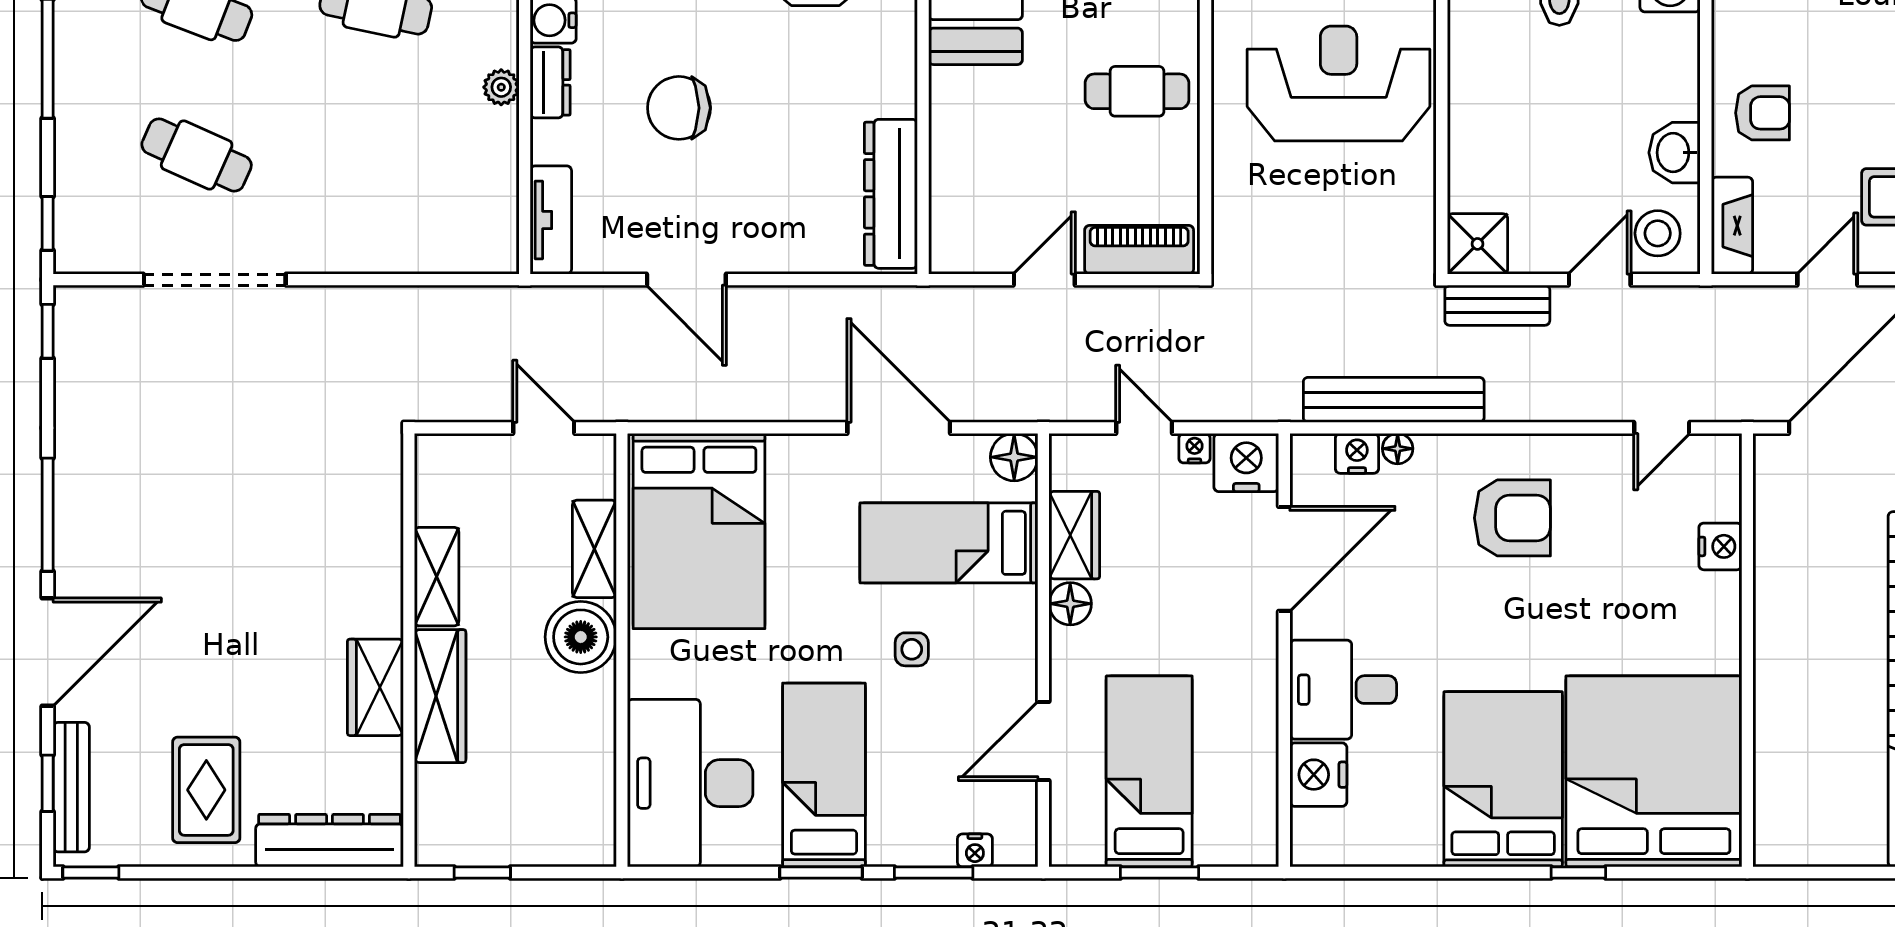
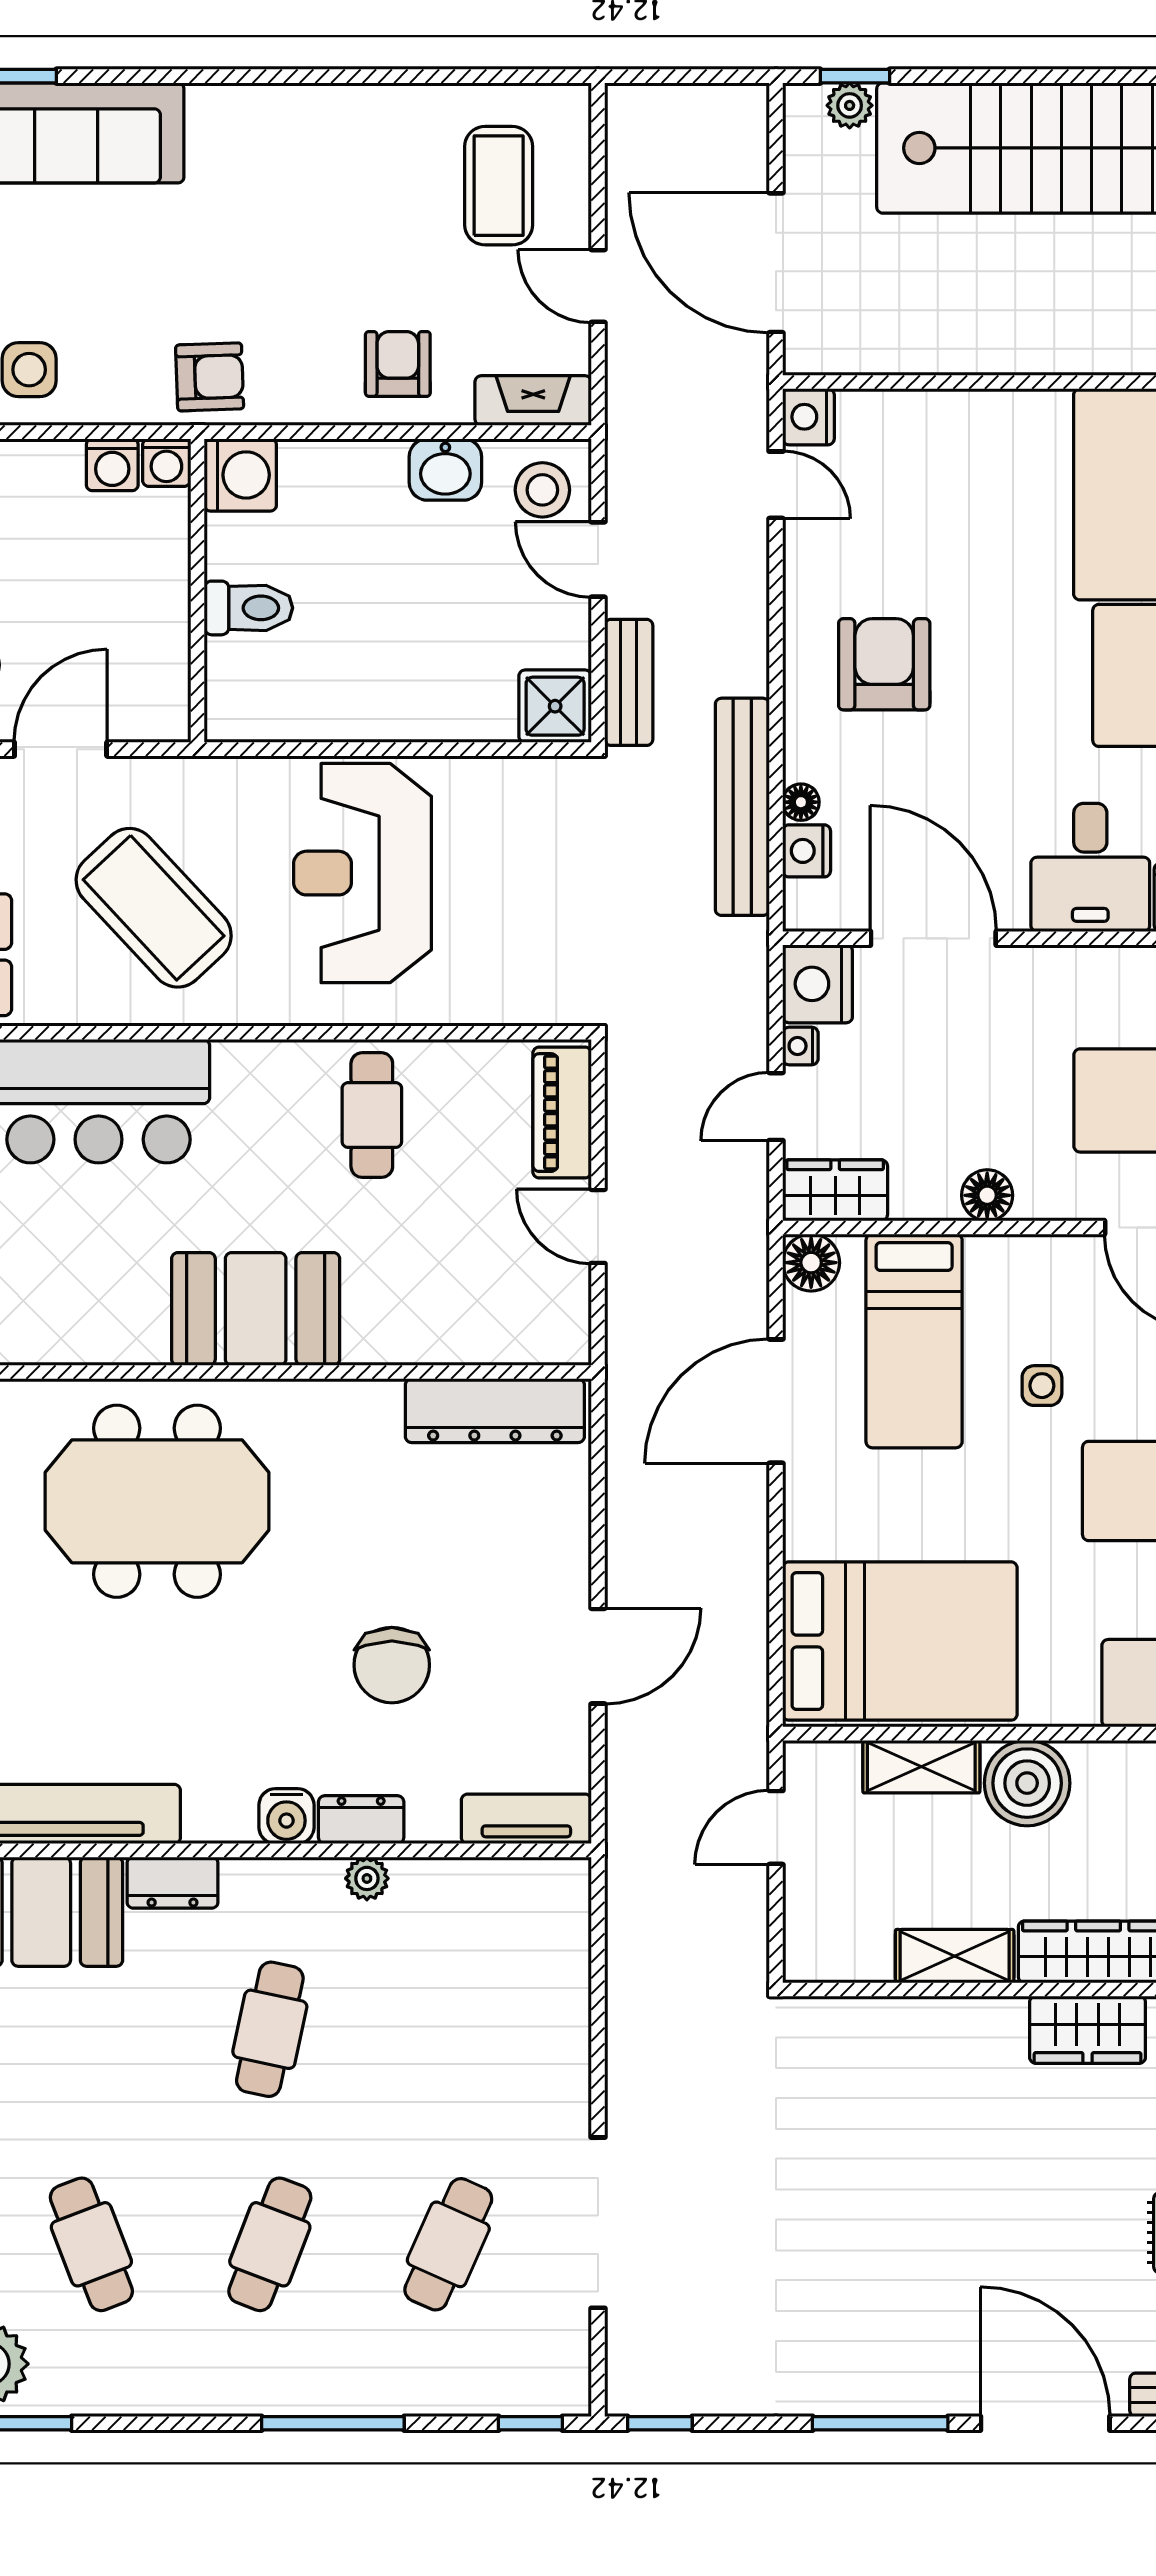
wardrobe: (1074, 535) -> (835, 1190), moved
nightstand: (1720, 546) -> (808, 417), moved, turned -90

